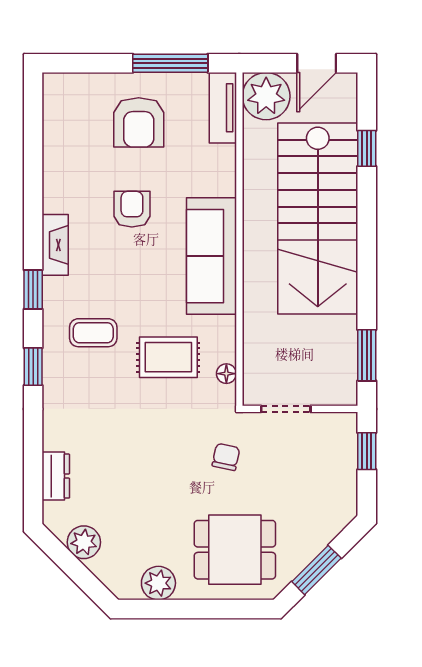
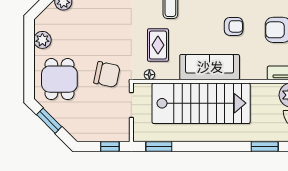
window: (367, 148) -> (265, 146), width x1.50
stairs: (318, 219) -> (201, 103), moved, turned 180
chair: (226, 457) -> (107, 74), width x1.87, depth x1.87

